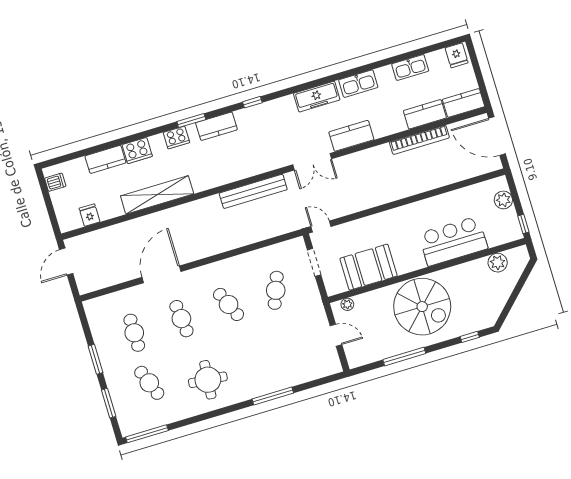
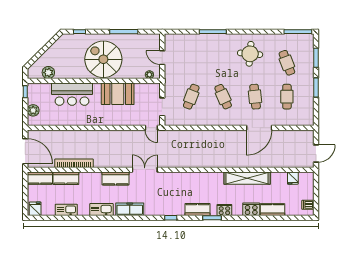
bench: (253, 191) -> (187, 162), removed
booth: (368, 267) -> (118, 94), moved

